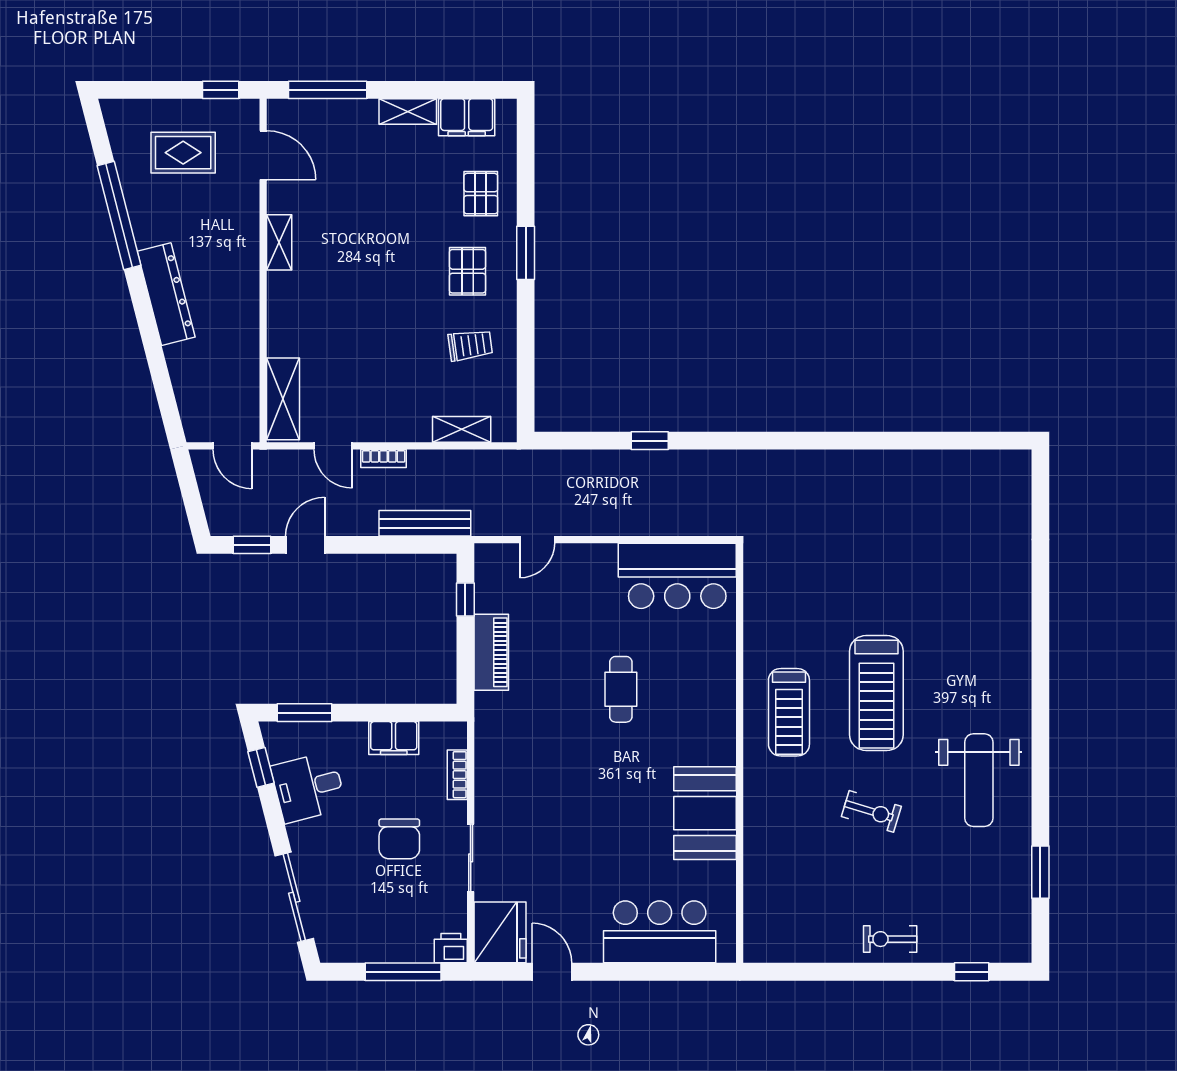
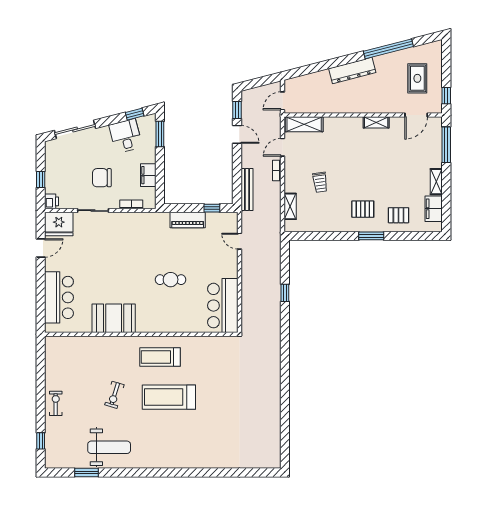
trolley: (470, 345) -> (320, 182), moved
weight bench: (979, 780) -> (109, 447), moved, turned 180
window: (403, 972) -> (41, 179), width x0.46

